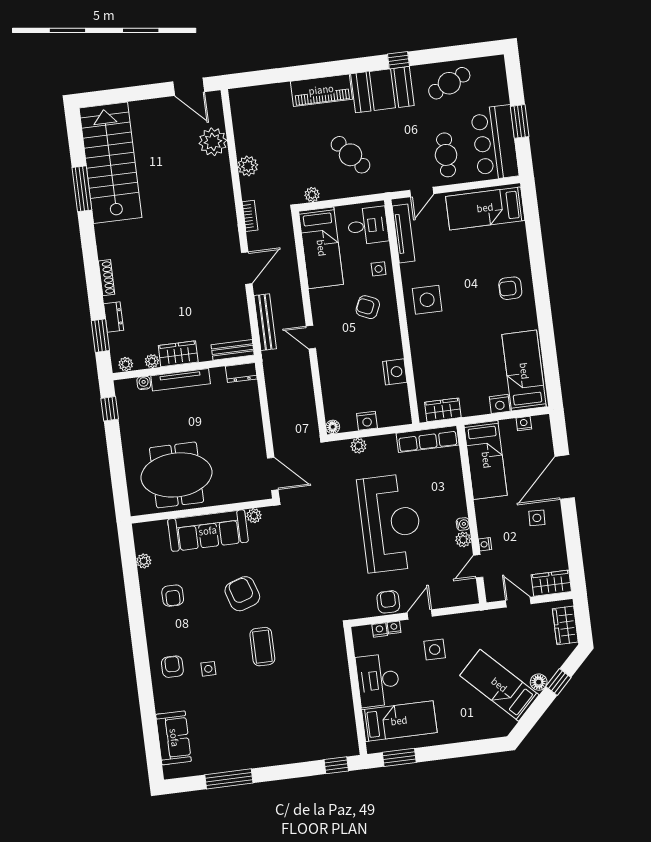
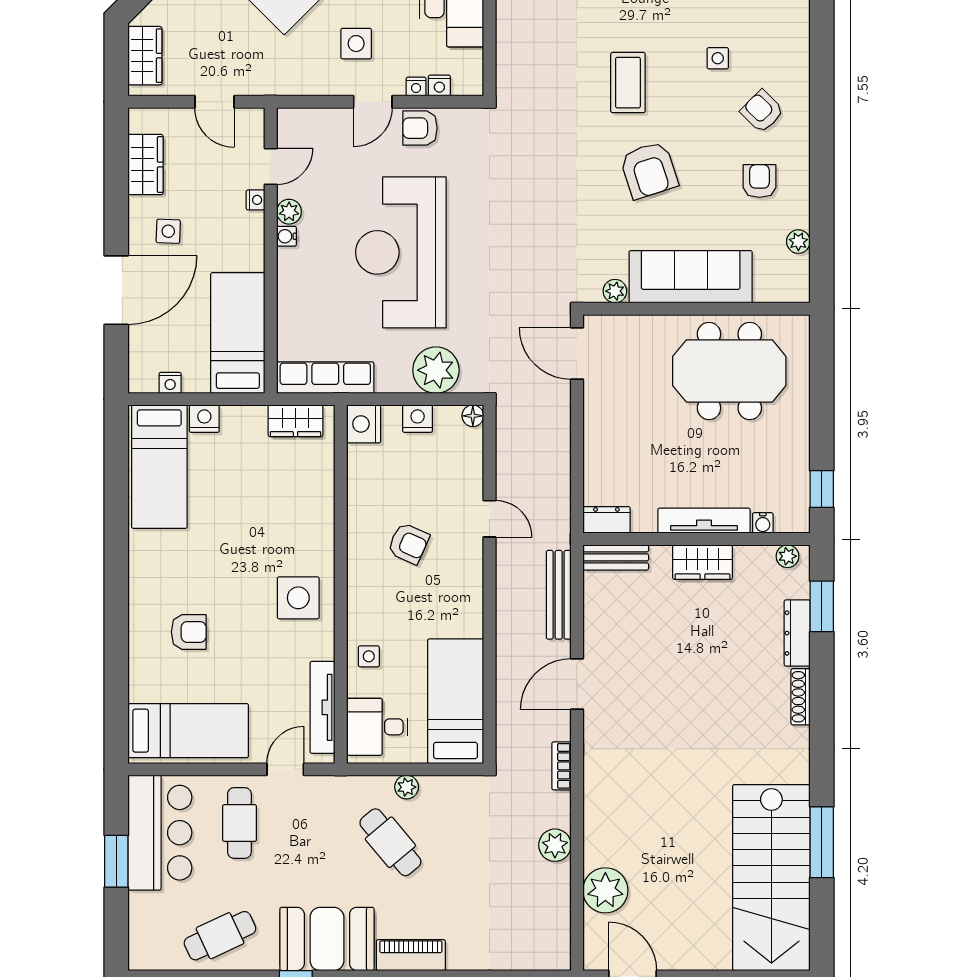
piano: (321, 90) -> (411, 955), width x0.73, depth x0.75
plant: (312, 195) -> (407, 787), moved
armchair: (510, 288) -> (189, 632), moved
armchair: (368, 307) -> (408, 543), moved
dresser: (114, 317) -> (797, 633), width x1.44
door: (311, 337) -> (489, 519), moved
plant: (152, 361) -> (746, 556), removed
nightstand: (395, 372) -> (364, 424), moved
plant: (358, 446) -> (436, 370), width x1.88, depth x1.88
wardrobe: (551, 583) -> (145, 165), moved, turned -90
armchair: (388, 602) -> (420, 128), turned 90
armchair: (172, 667) -> (762, 111), moved, turned 135

